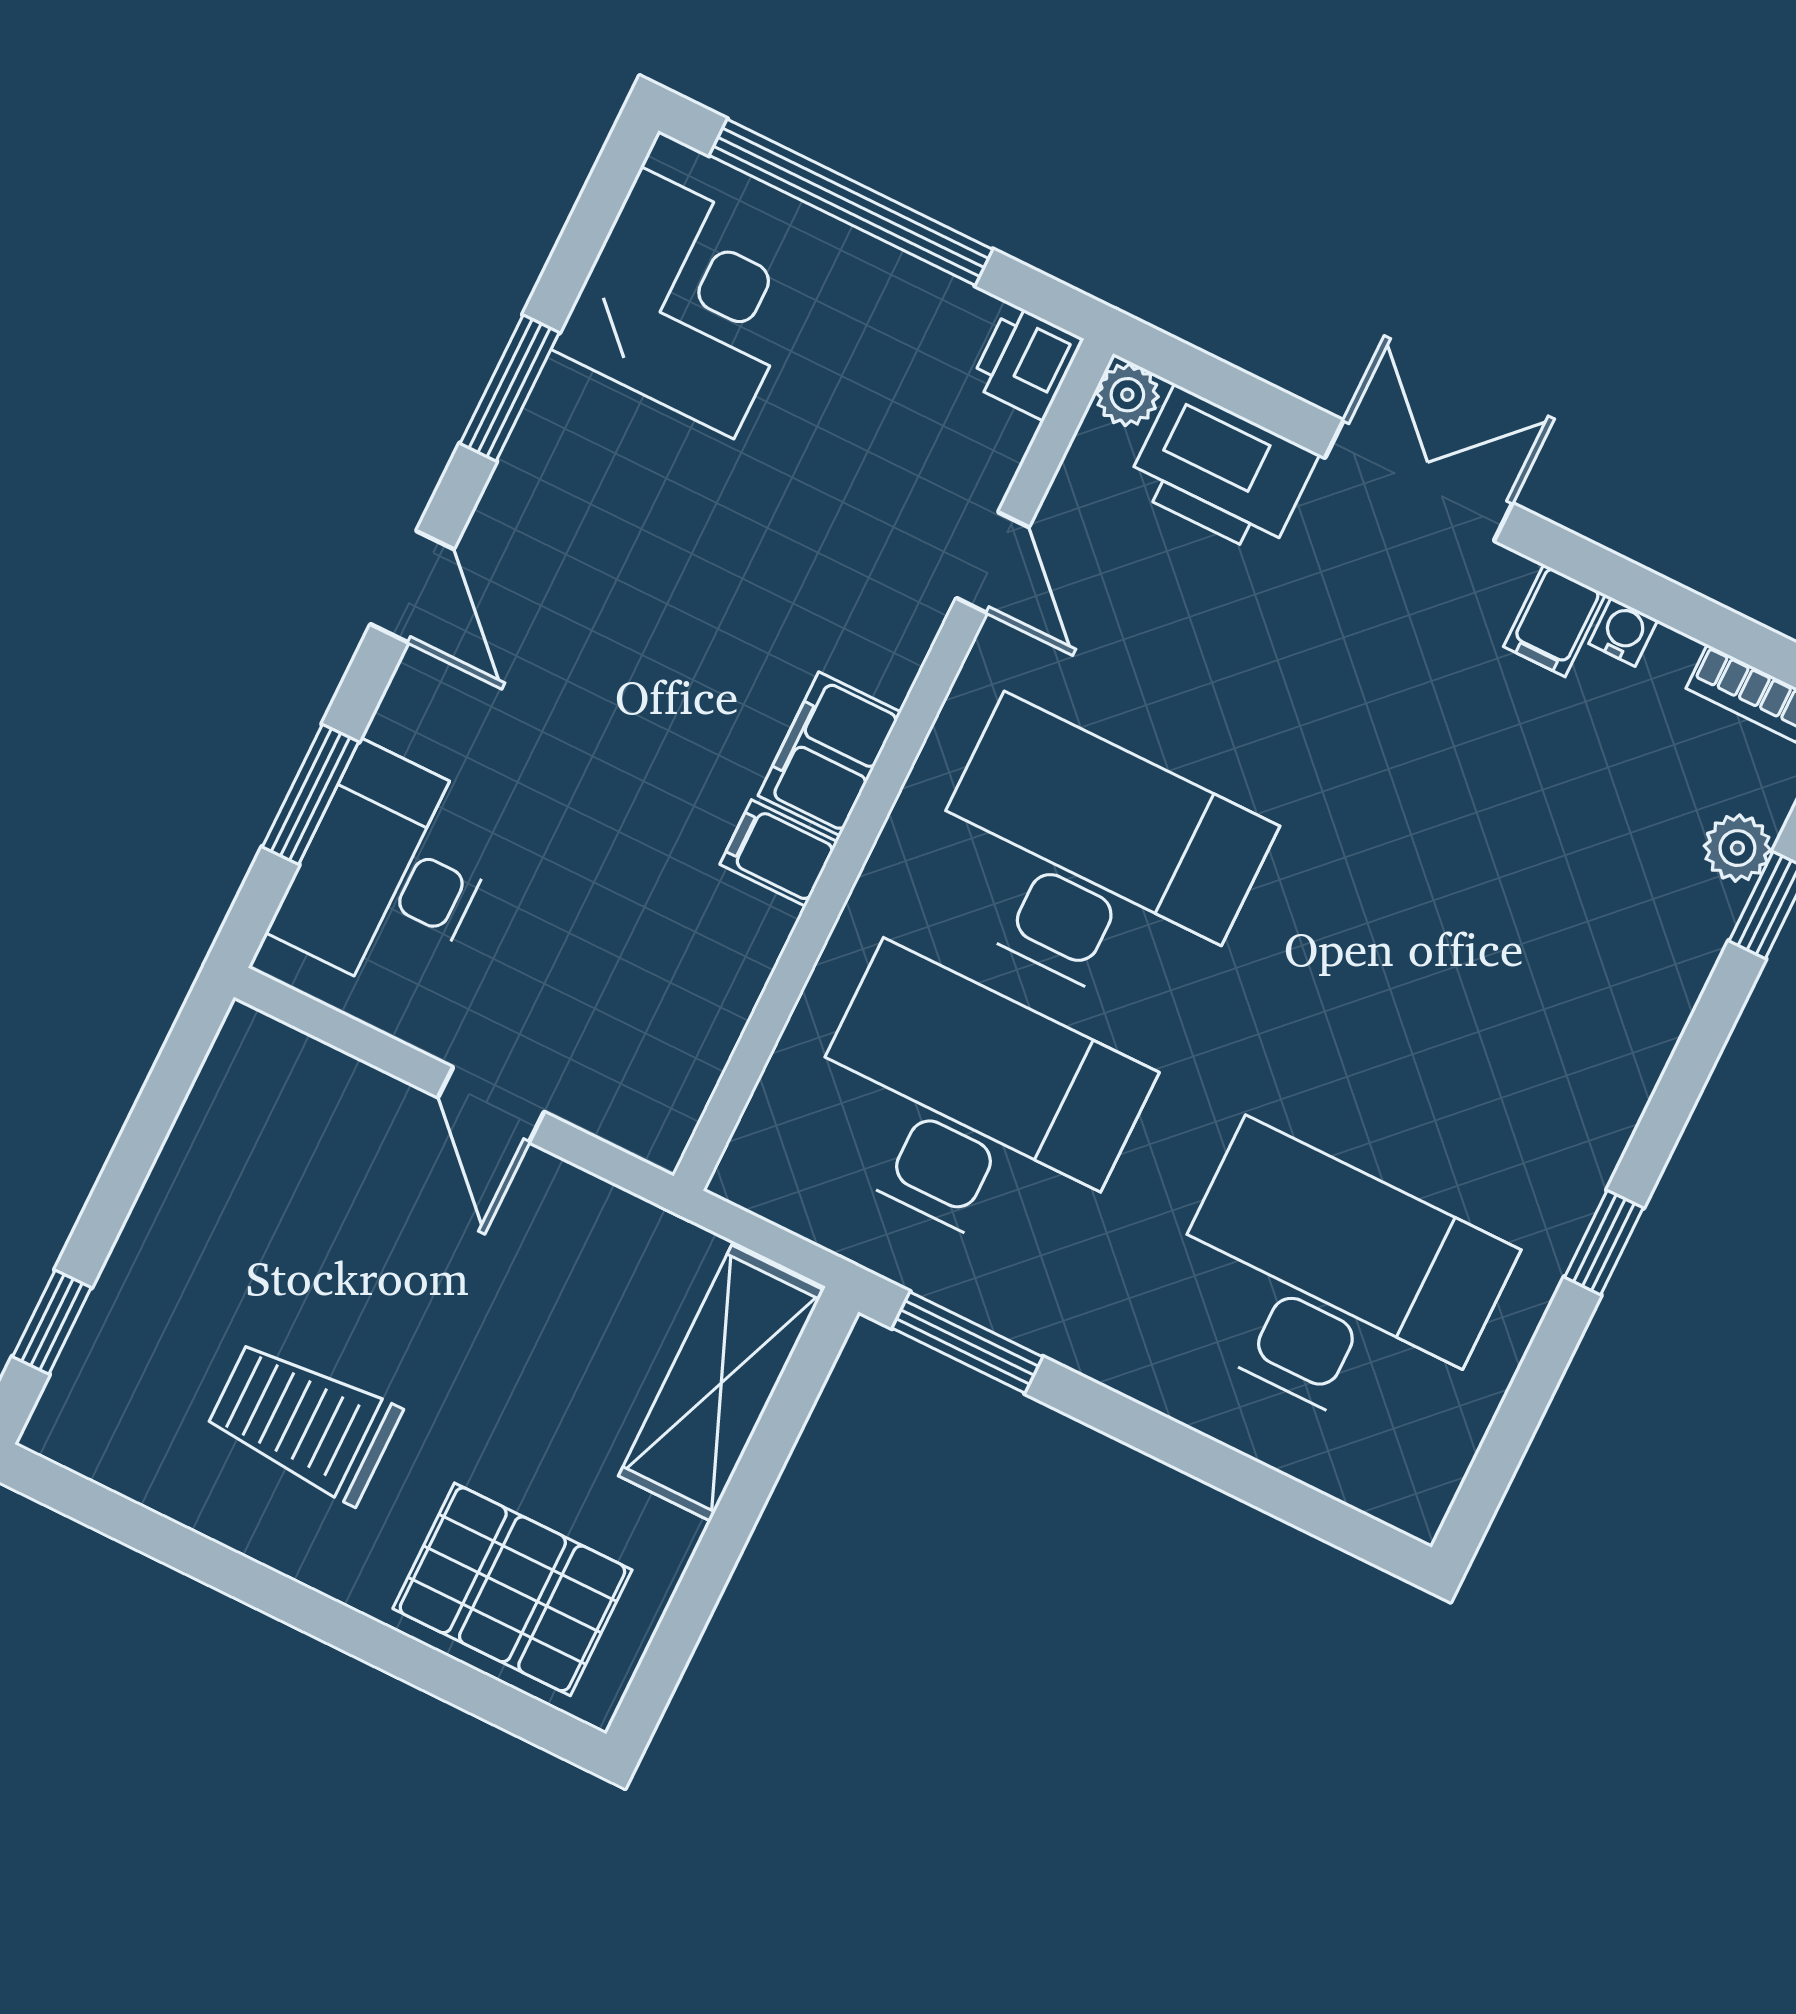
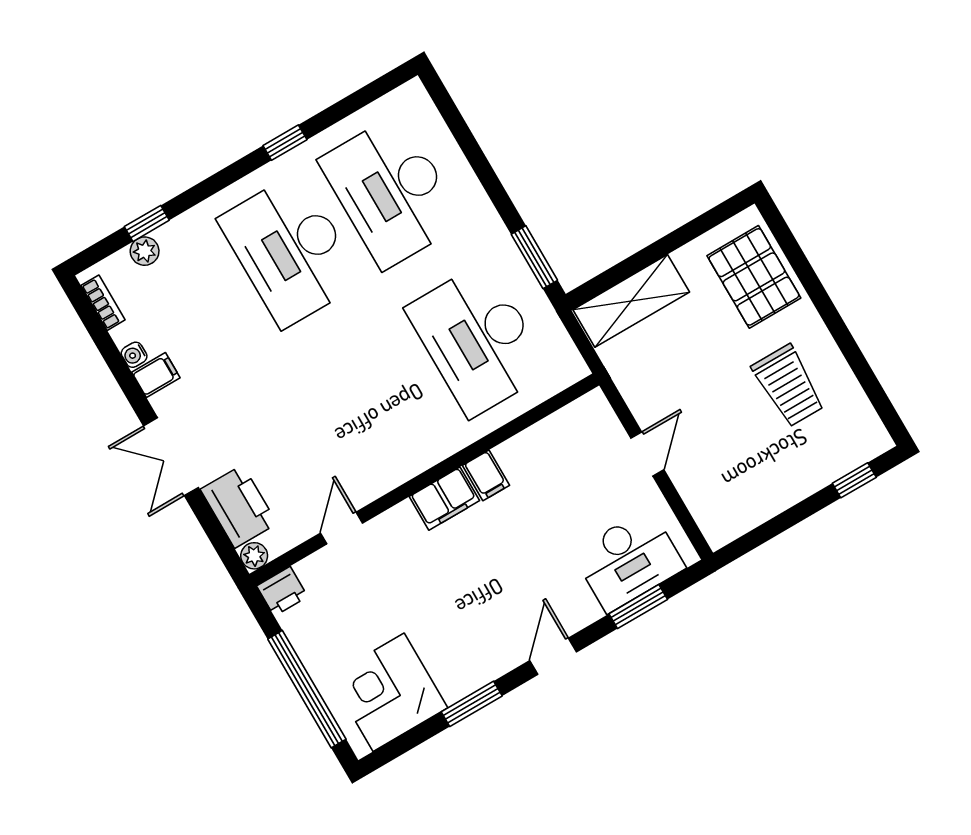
desk: (1092, 862) -> (290, 250), moved

